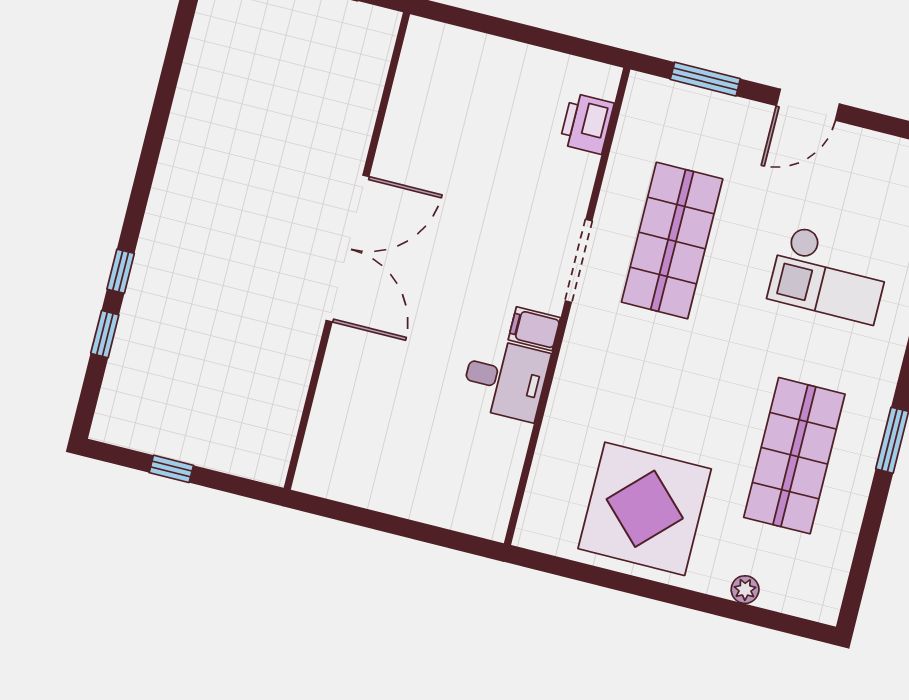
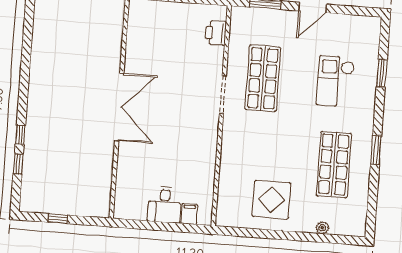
checkout: (829, 275) -> (335, 81), turned 90
filing cabinet: (534, 329) -> (189, 214), moved, turned 90
desk: (505, 379) -> (165, 205), moved, turned 90
display table: (645, 509) -> (271, 200), width x0.73, depth x0.73

